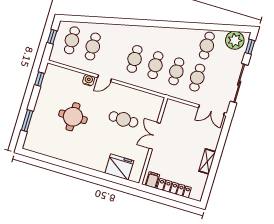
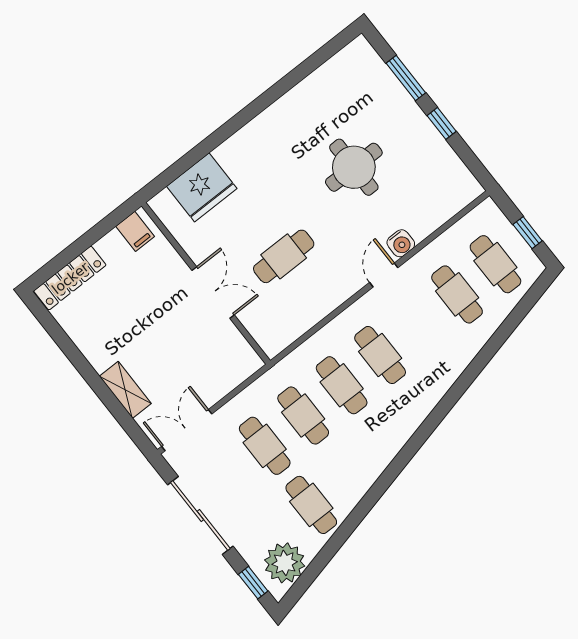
window: (40, 79) -> (442, 123), moved
shelving: (207, 161) -> (125, 390), moved
locker: (174, 188) -> (70, 278), moved

